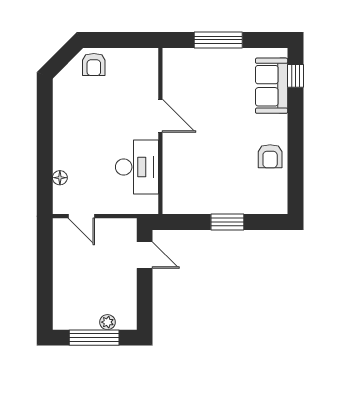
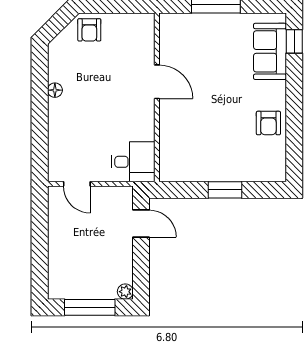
desk: (137, 167) -> (133, 162), moved, width x0.73
floor lamp: (60, 178) -> (55, 90), moved
plant: (107, 322) -> (125, 292), moved

